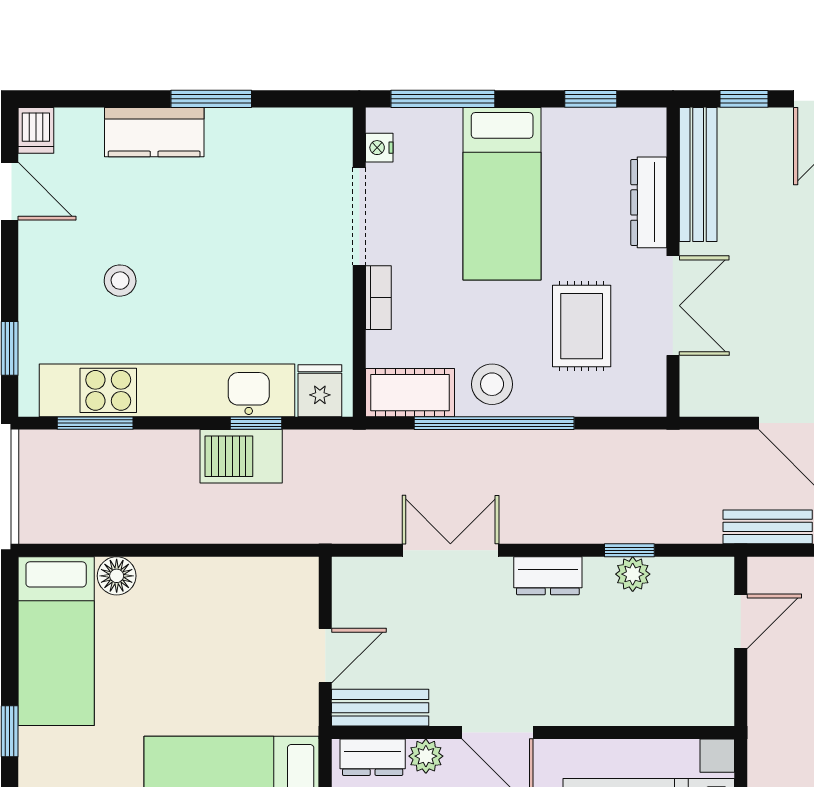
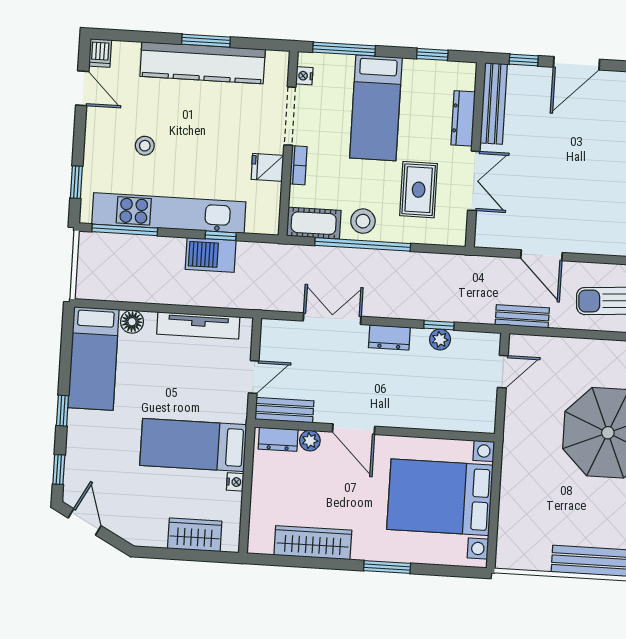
kitchen counter: (154, 132) -> (203, 63), width x2.08, depth x1.17
fridge: (320, 391) -> (267, 167), moved, turned -90
window: (95, 423) -> (125, 230), width x1.44
tv unit: (228, 575) -> (198, 325), added

